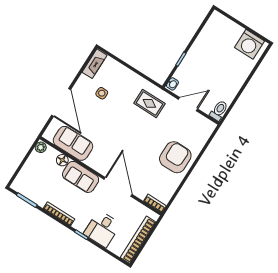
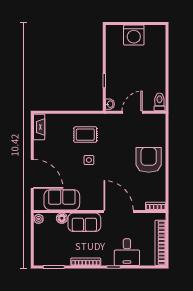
washing machine: (250, 44) -> (134, 35), moved
side table: (102, 93) -> (89, 160), moved
rug: (149, 103) -> (85, 135), moved

